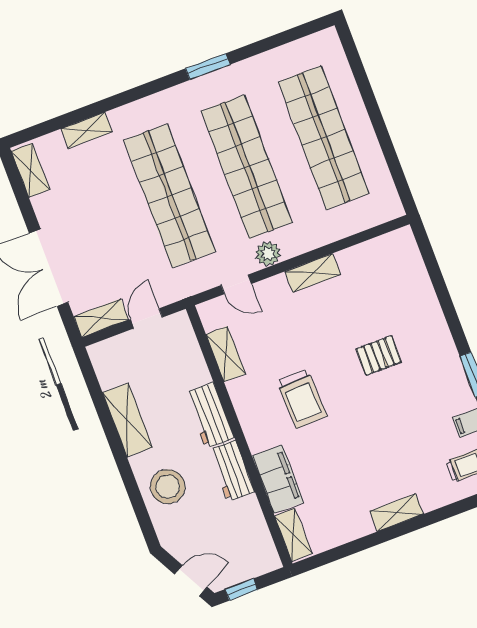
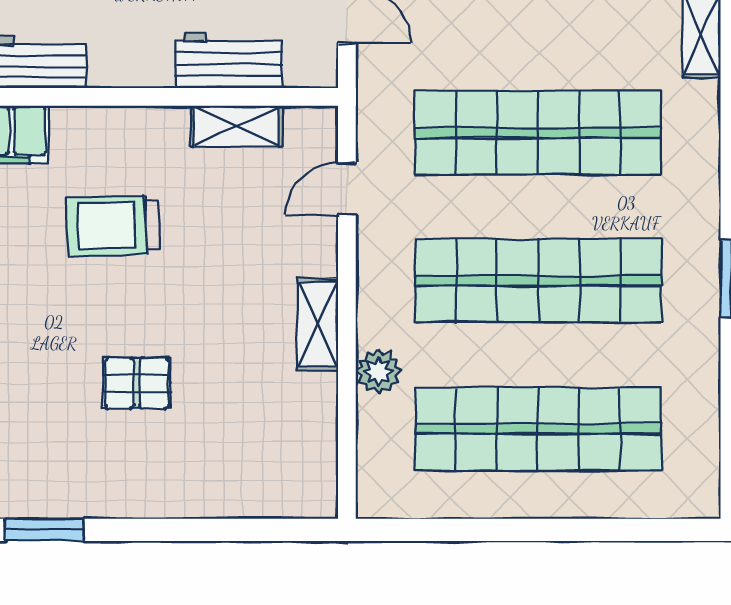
plant: (268, 254) -> (378, 371), moved
pallet: (379, 355) -> (137, 383), turned 90
workbench: (210, 415) -> (229, 60), moved

